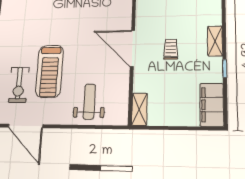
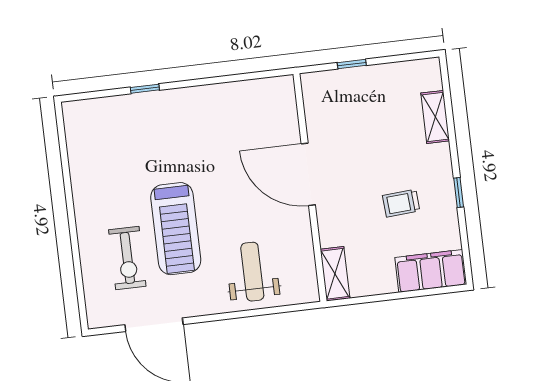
shelving: (215, 41) -> (435, 117), moved
trolley: (171, 49) -> (401, 203), moved, turned -94
filing cabinet: (212, 105) -> (431, 271), moved, turned 90

